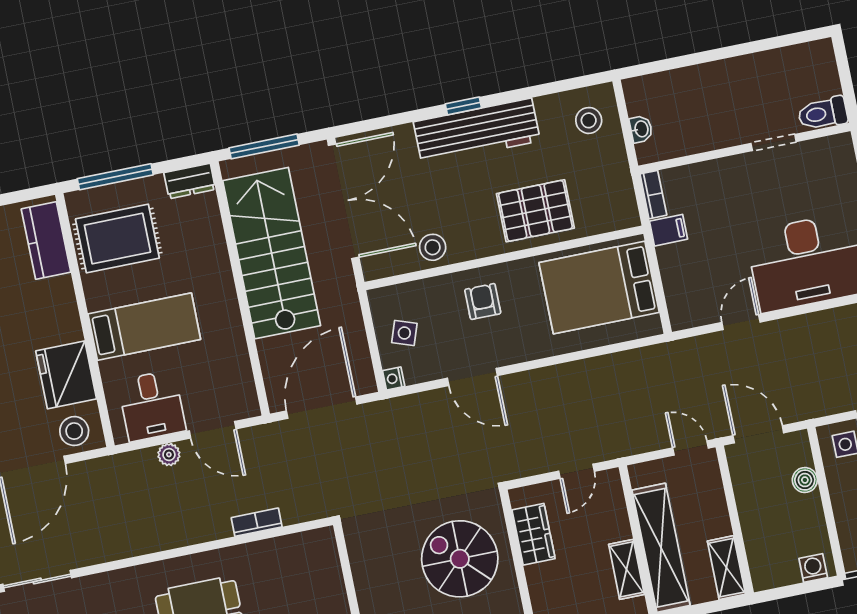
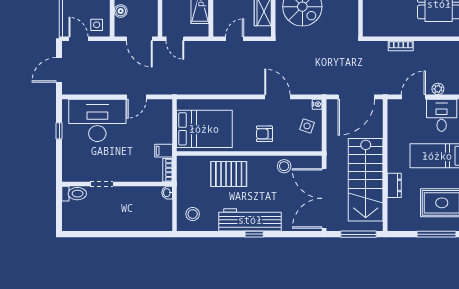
washbasin: (641, 129) -> (167, 193), moved
dresser: (190, 181) -> (394, 185), moved, turned 90
armchair: (483, 301) -> (264, 134), turned 90
door: (213, 430) -> (413, 97), hinge flipped

